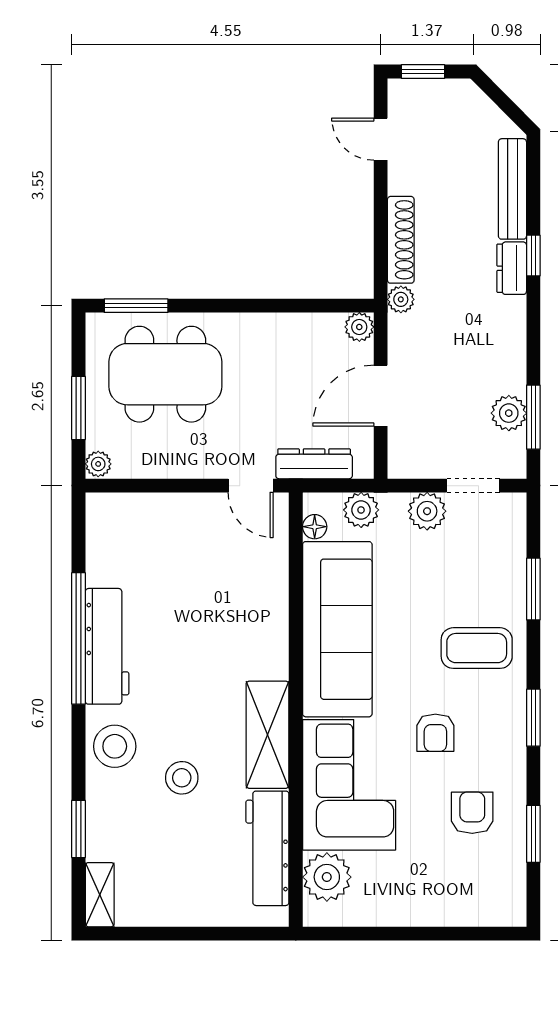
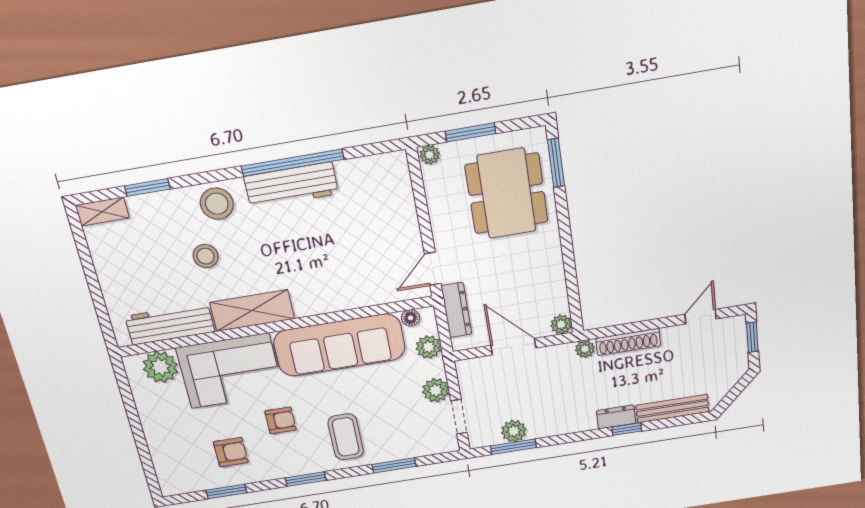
armchair: (435, 733) -> (280, 420), turned 180

